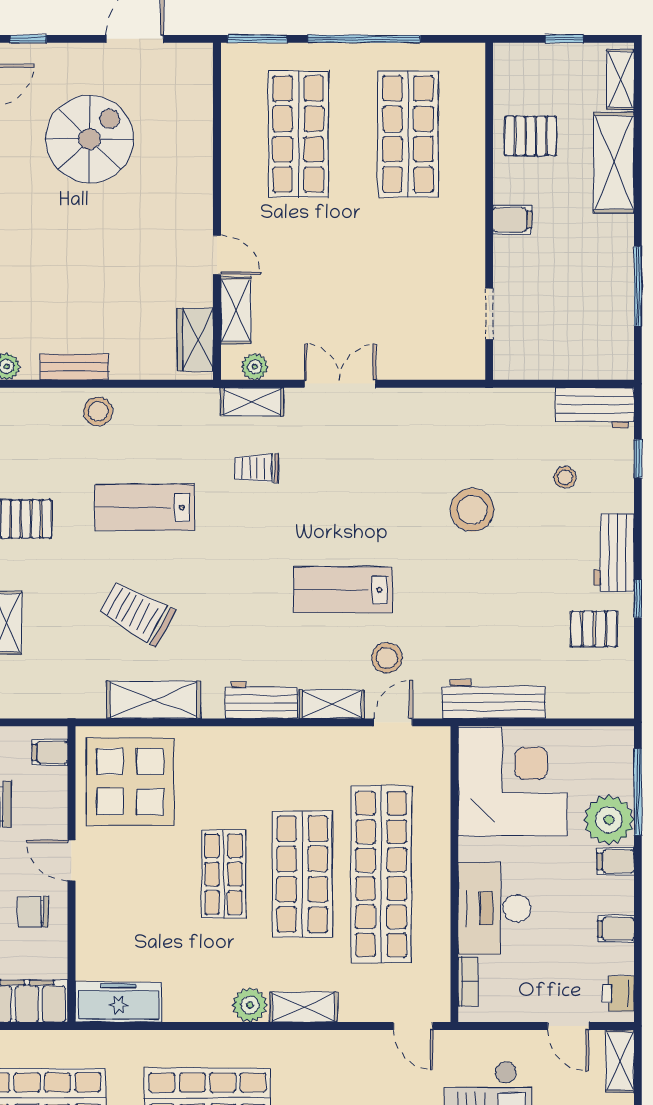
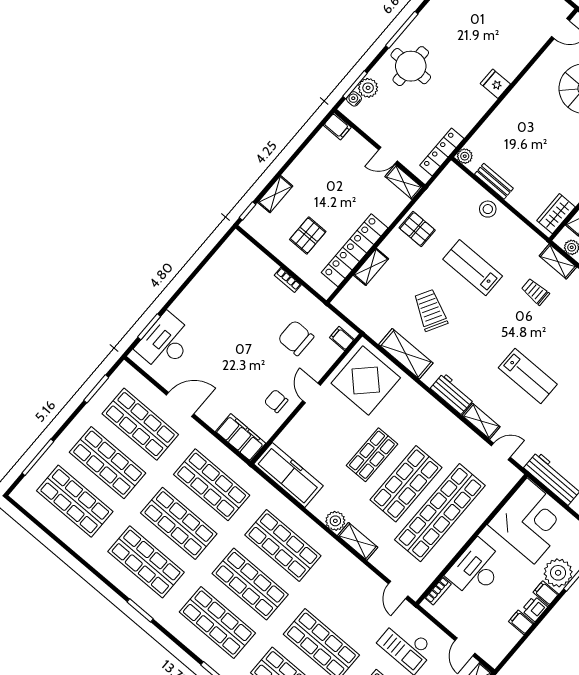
lab bench: (343, 590) -> (528, 376), turned 180
stool: (387, 658) -> (522, 421), removed
printer: (618, 994) -> (534, 609), moved
freezer: (119, 1002) -> (288, 475), width x1.36, depth x1.26

